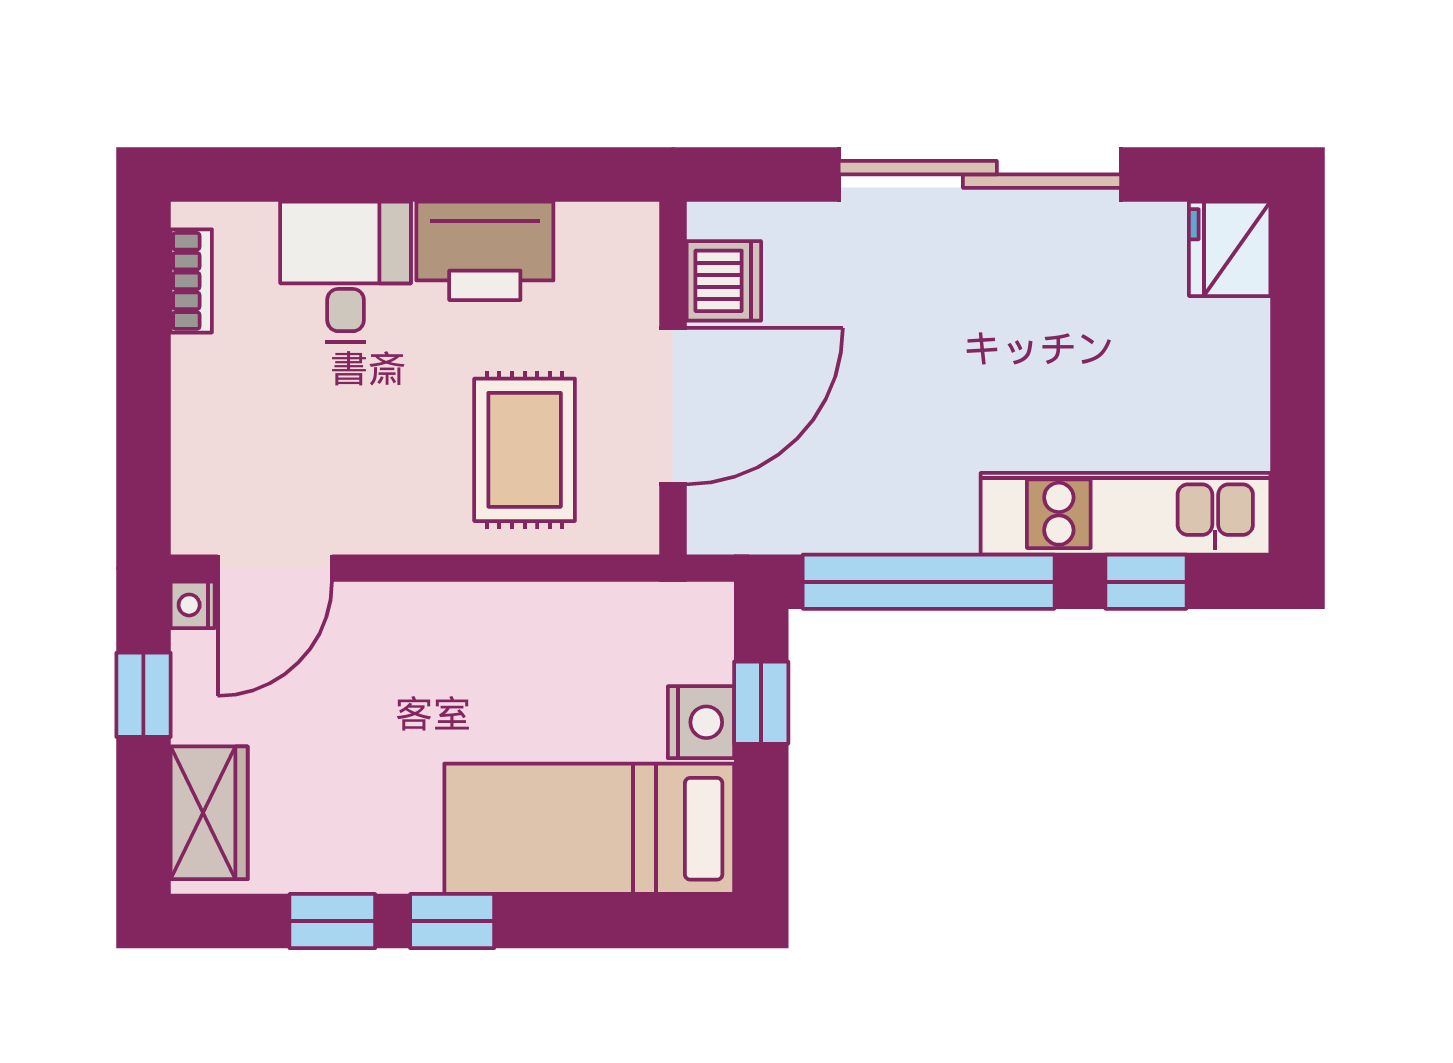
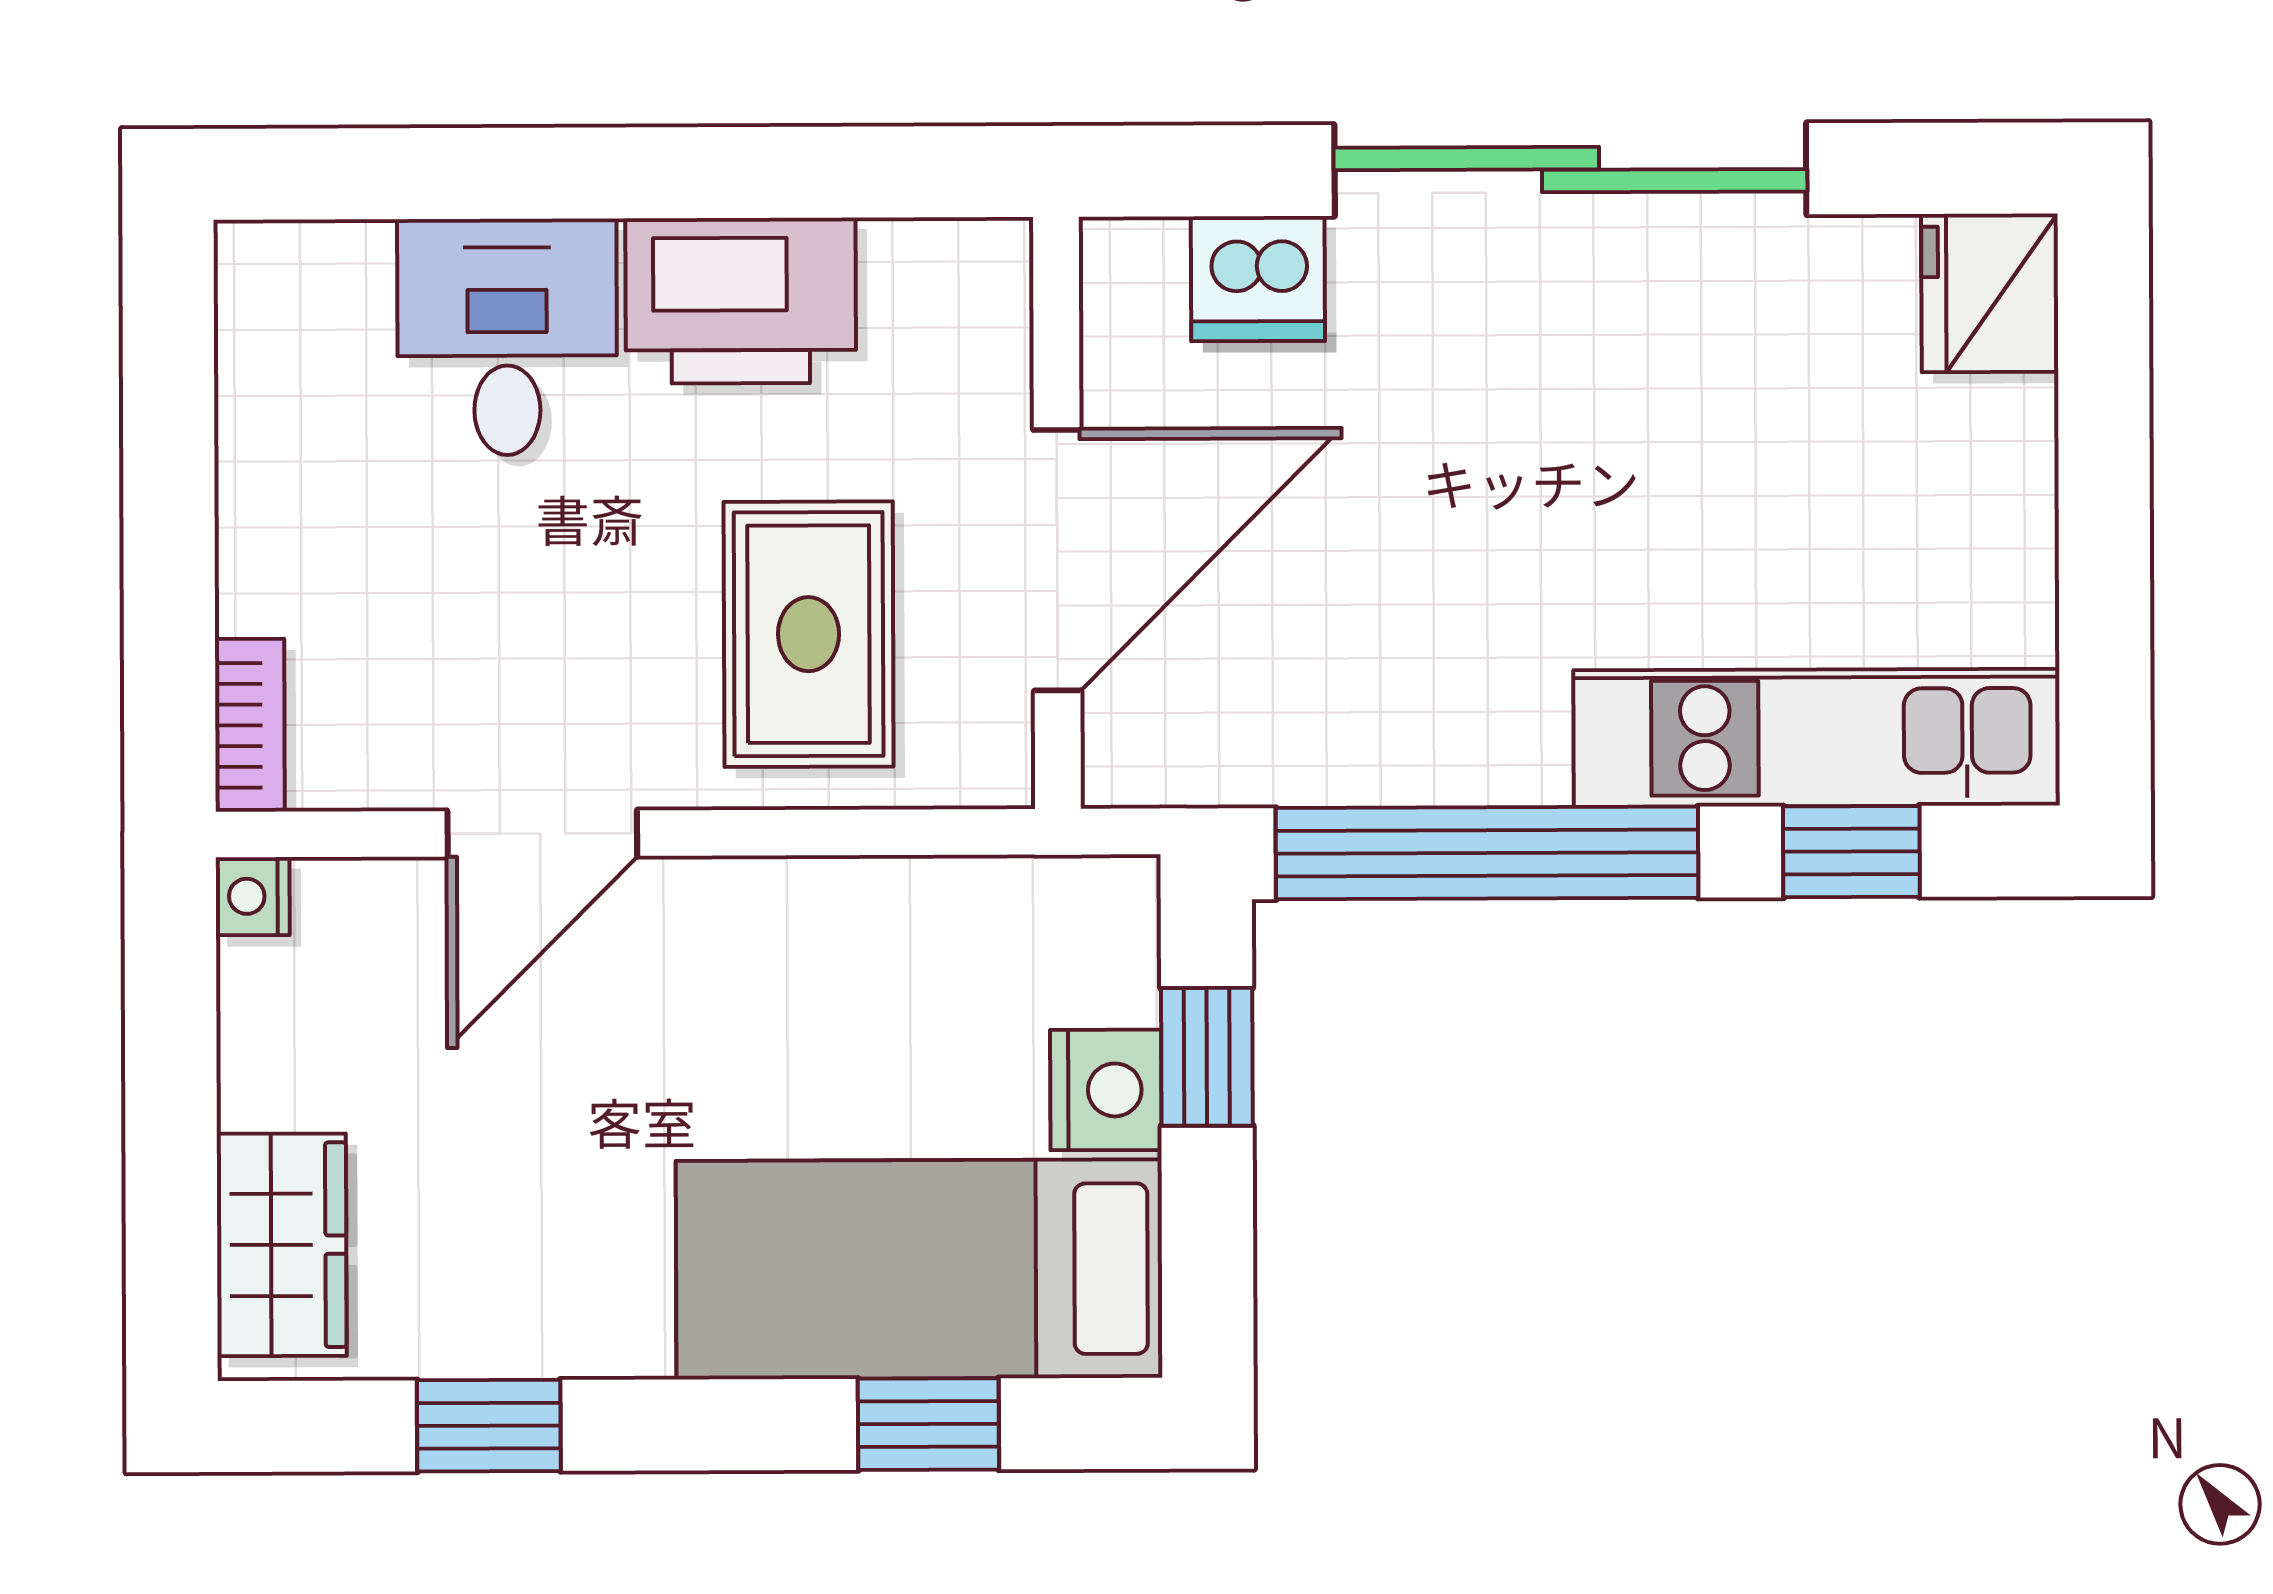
bookcase: (191, 281) -> (250, 725), moved
dishwasher: (724, 281) -> (1258, 279), moved, turned 90
door: (275, 568) -> (542, 833), moved
window: (143, 695) -> (171, 1047), removed
window: (452, 921) -> (928, 1424), moved

